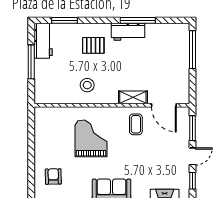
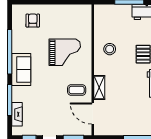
door: (164, 105) -> (93, 114), hinge flipped
armchair: (53, 176) -> (33, 21), turned -89

